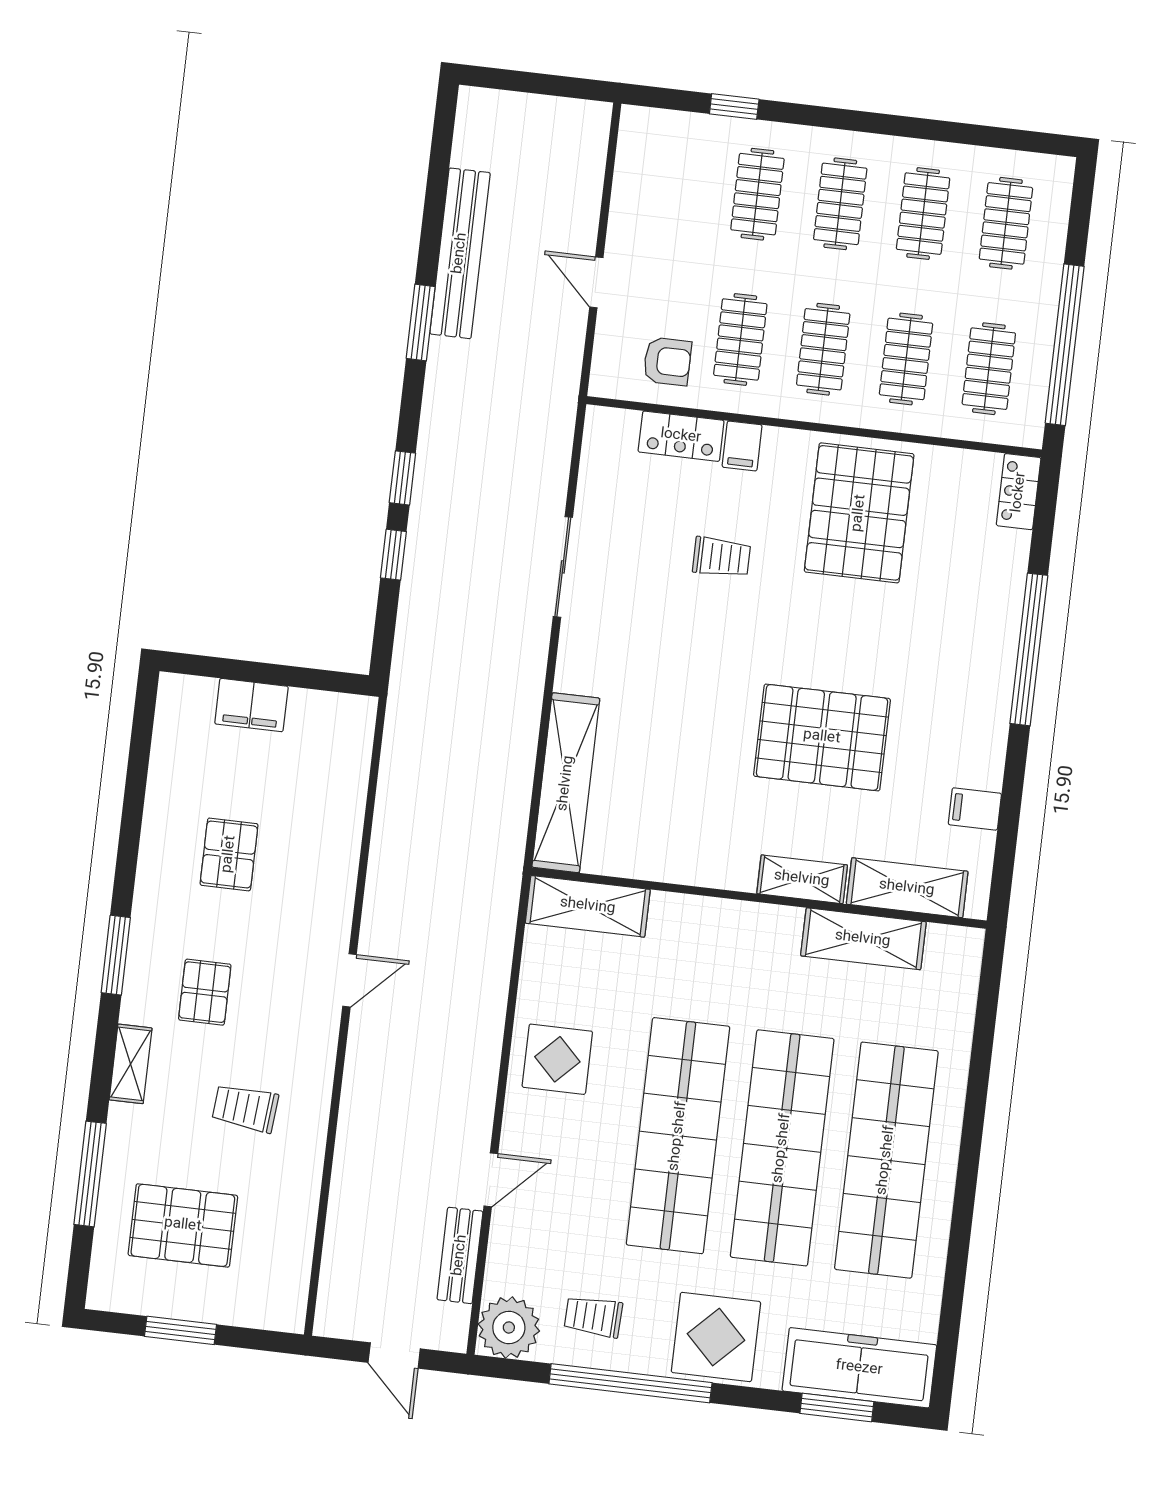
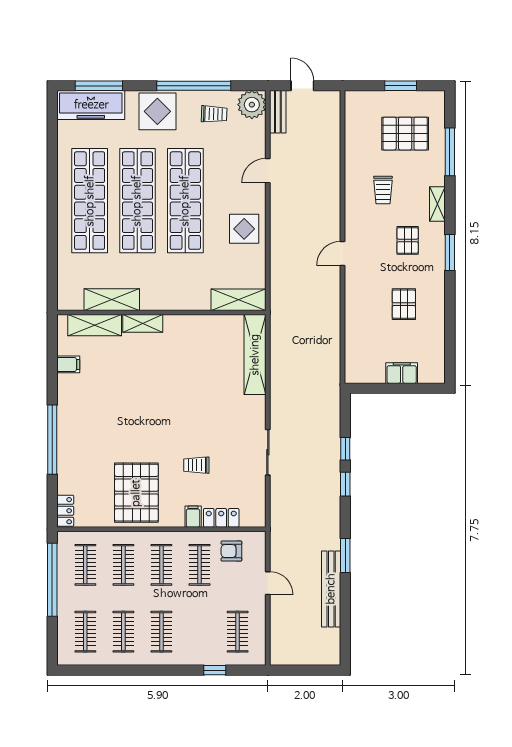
clothes rail: (757, 194) -> (238, 632), moved
pallet: (822, 737) -> (141, 389), removed
trolley: (245, 1108) -> (383, 190), turned 85
bench: (460, 1255) -> (278, 112), moved
window: (837, 1408) -> (99, 86), width x1.44

